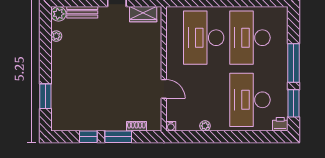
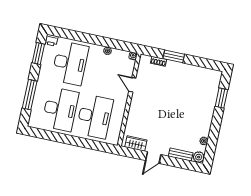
window: (293, 63) -> (30, 95), moved
window: (88, 137) -> (196, 61), removed

